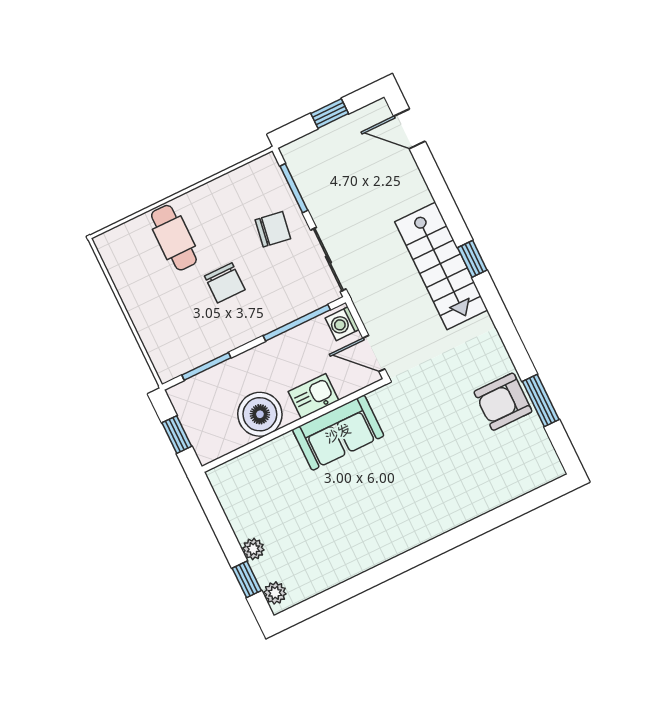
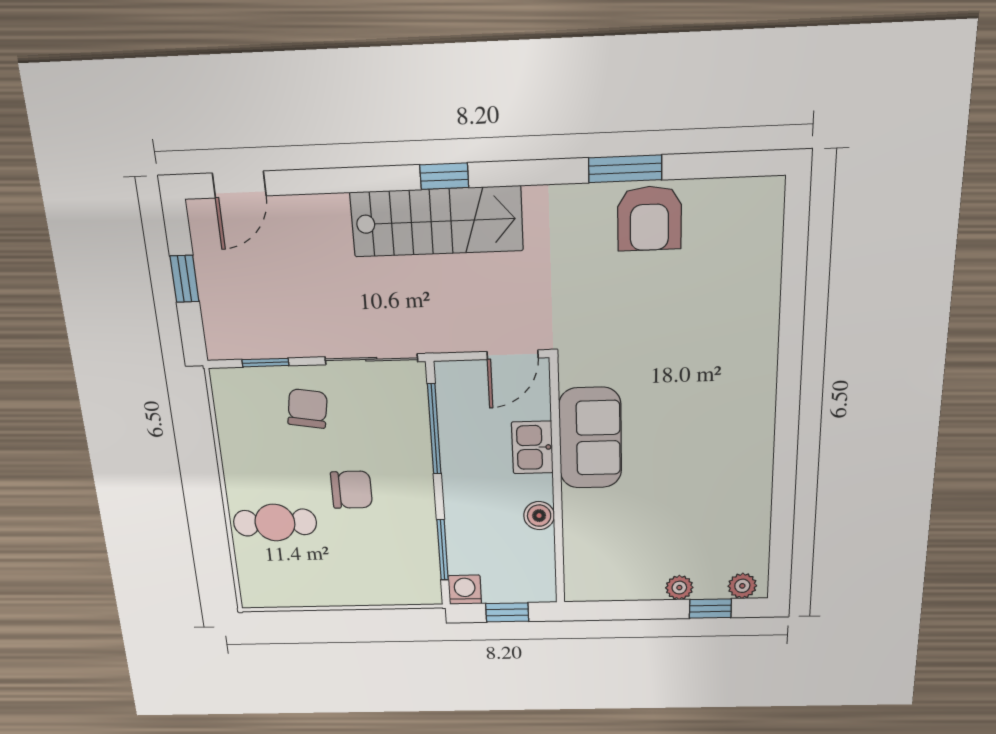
window: (294, 188) -> (265, 363), width x0.67
washing machine: (342, 324) -> (465, 590), moved, turned 180
window: (541, 401) -> (625, 169), moved
boiler: (260, 414) -> (539, 516), width x0.54, depth x0.54

